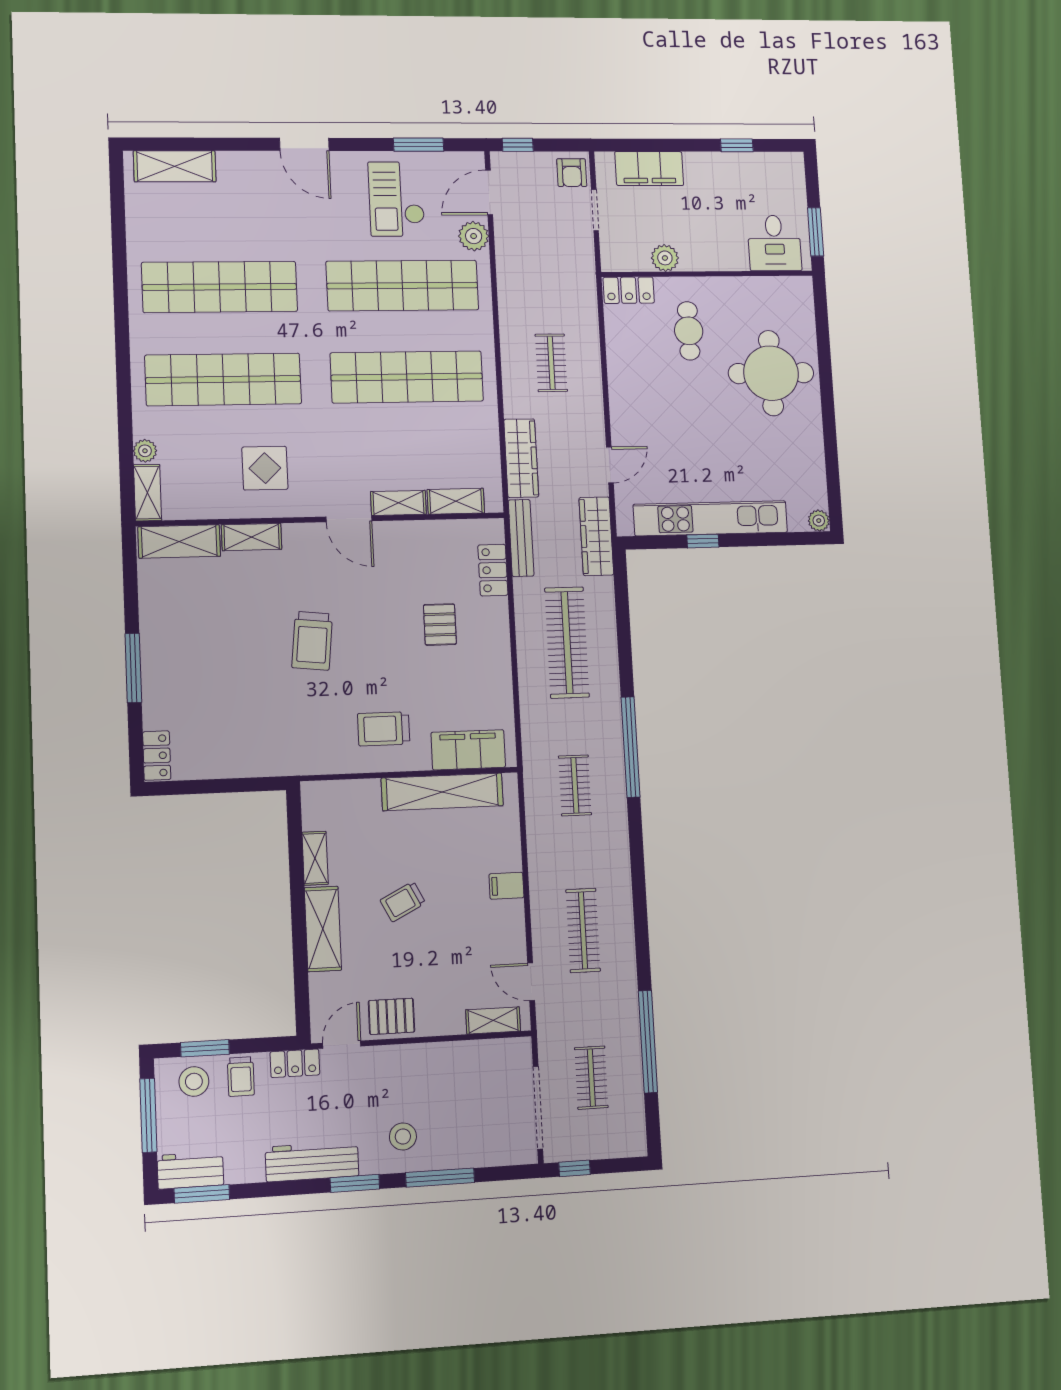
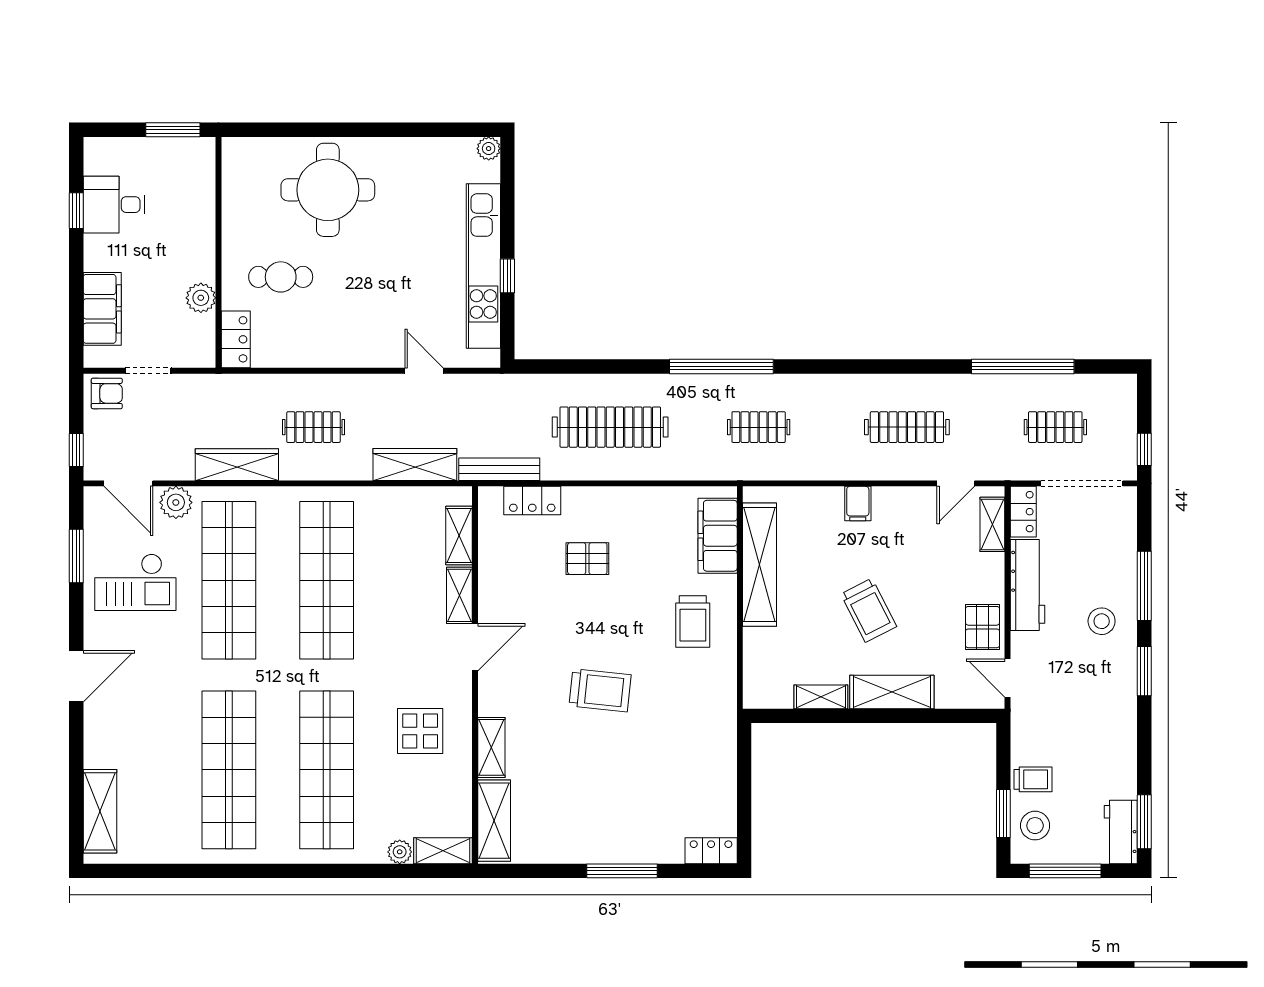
desk: (774, 243) -> (114, 205), moved, turned 180
wardrobe: (596, 536) -> (237, 465), moved, turned 180
trolley: (403, 902) -> (869, 610), width x1.36, depth x1.39
locker: (295, 1063) -> (1023, 512), moved
workbench: (312, 1161) -> (1027, 585), moved, turned 180

